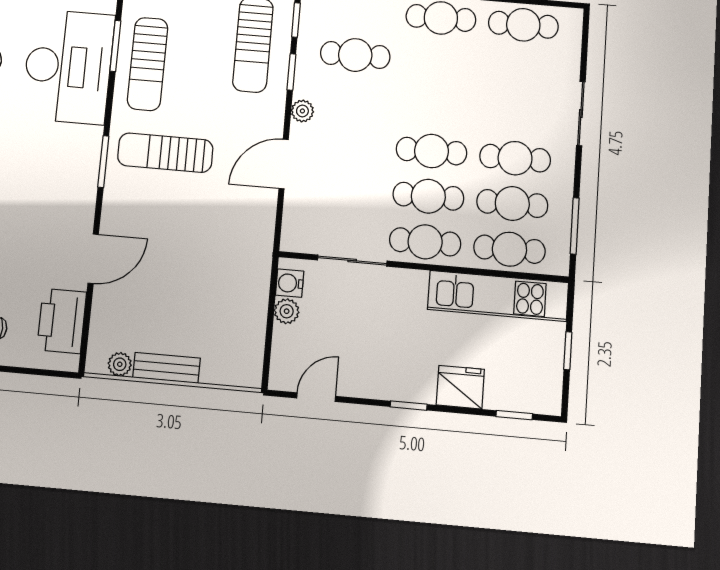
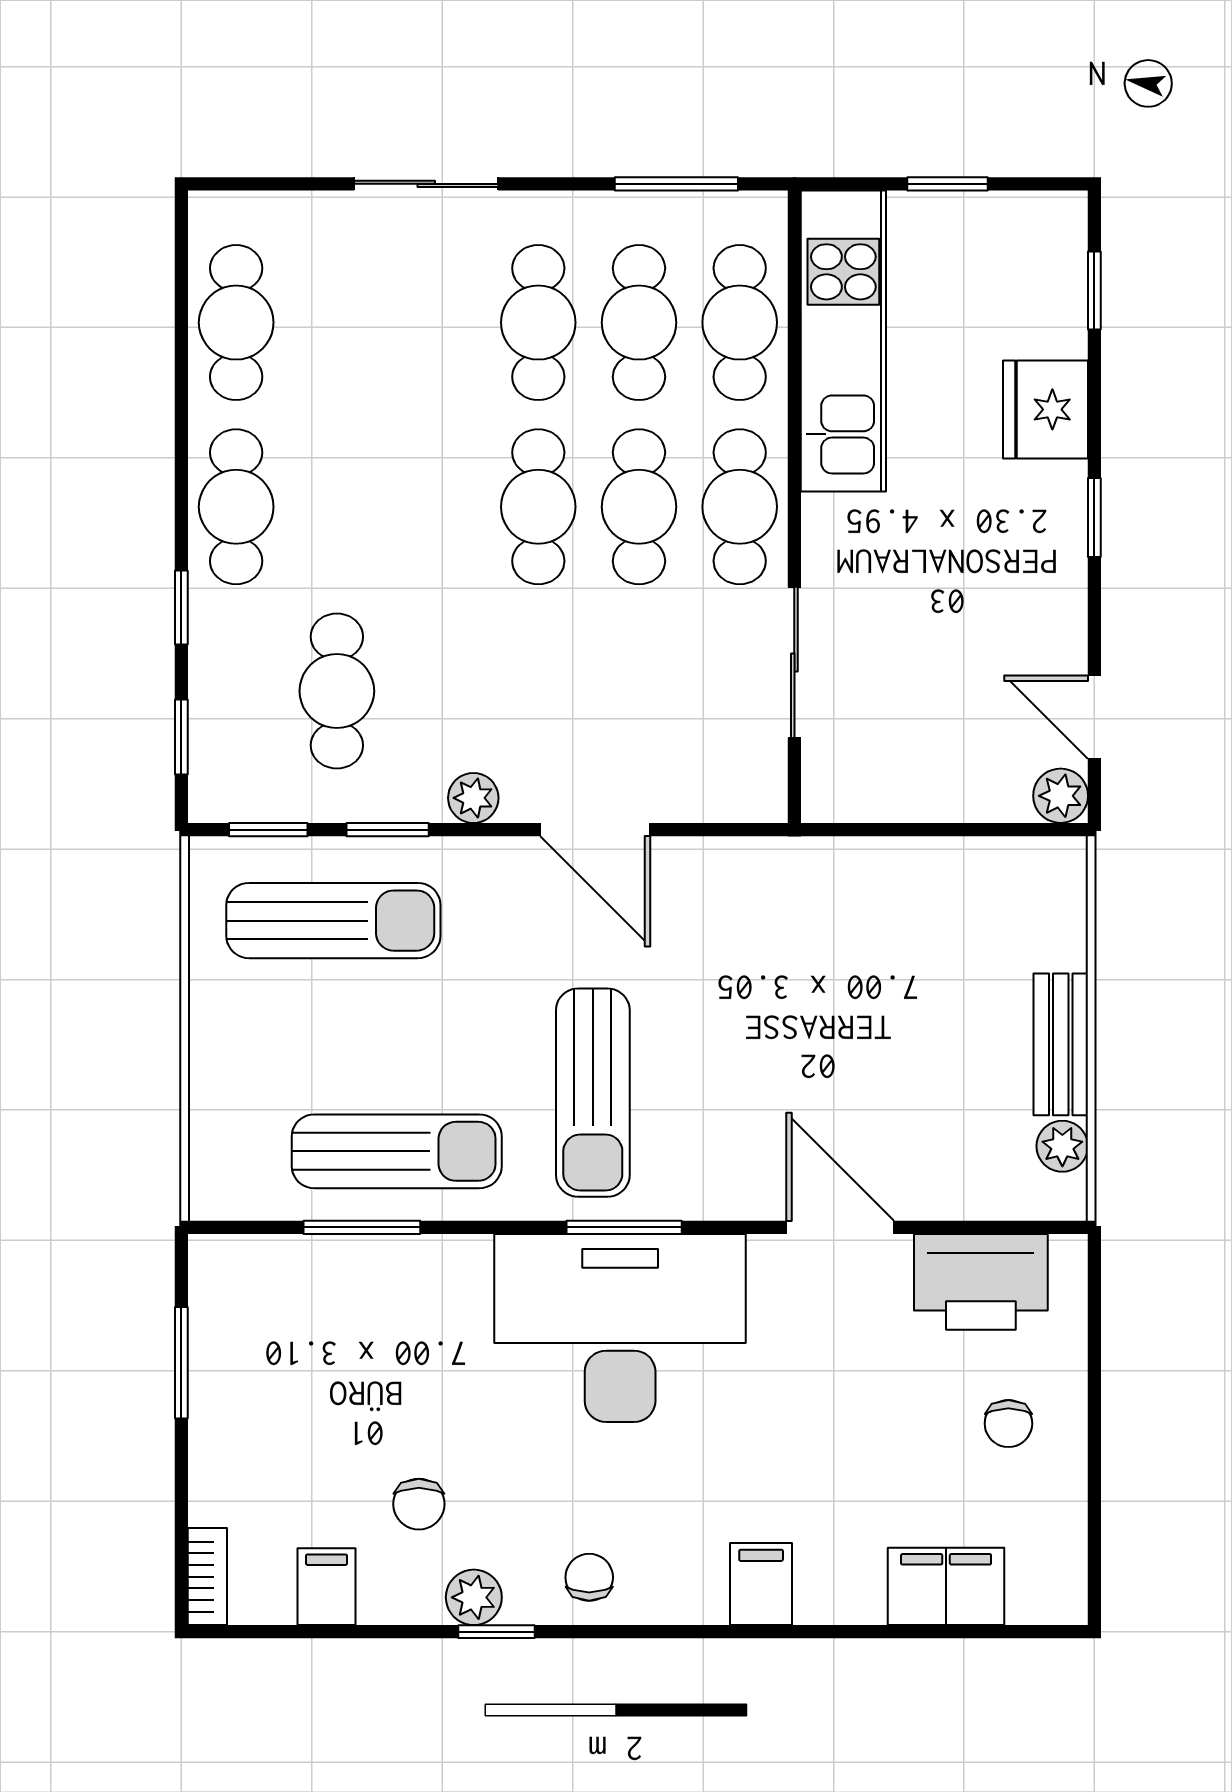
desk: (68, 67) -> (620, 1328), moved
water cooler: (290, 283) -> (855, 794), removed
plant: (287, 311) -> (1061, 796), moved

